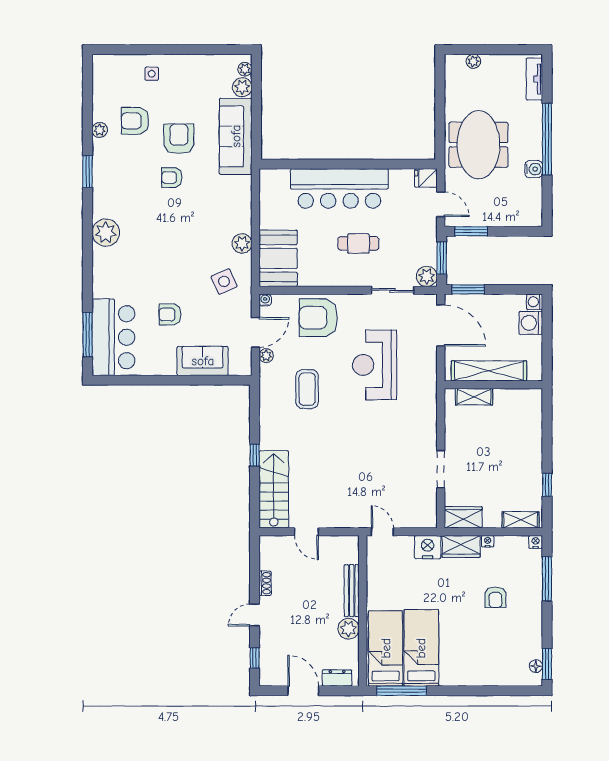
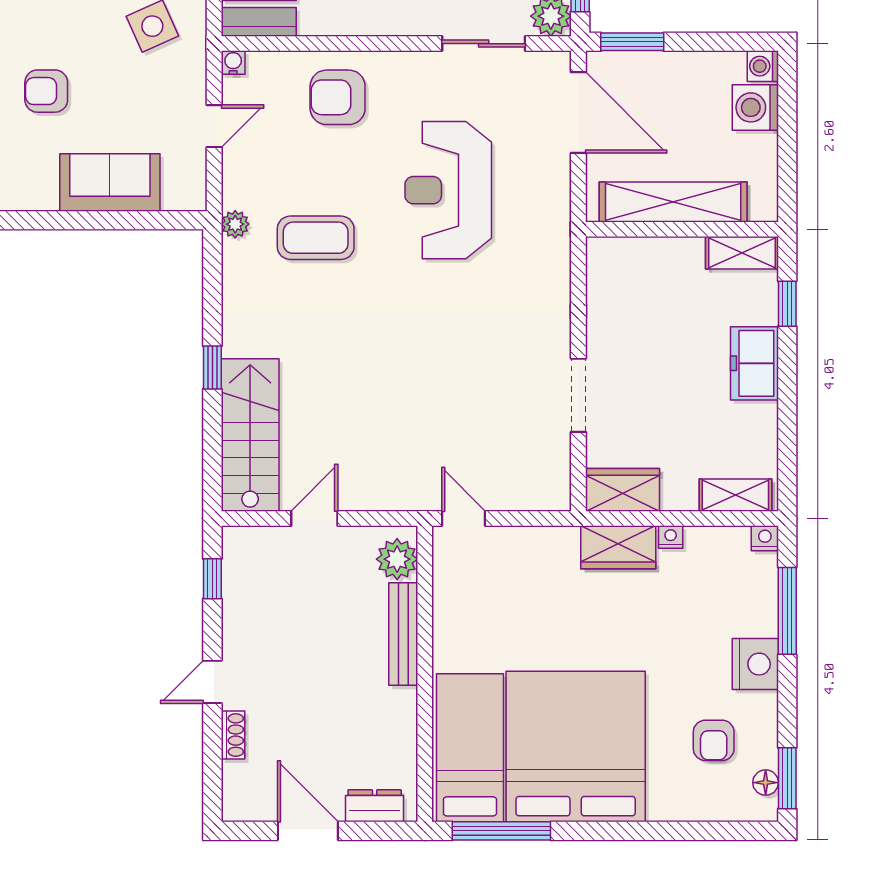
armchair: (318, 318) -> (338, 97), width x0.73, depth x0.73
door: (255, 332) -> (214, 126), width x0.73
plant: (266, 356) -> (235, 224), moved
coffee table: (307, 389) -> (316, 238), turned 90
shelving: (474, 397) -> (742, 253), moved
freezer: (530, 453) -> (754, 363), added
window: (547, 485) -> (787, 304), moved
door: (306, 532) -> (314, 518), swing flipped
nightstand: (428, 547) -> (755, 664), moved, turned 90
shoe rack: (265, 583) -> (233, 735), moved
armchair: (495, 597) -> (714, 740), moved
plant: (349, 629) -> (397, 559), moved
bed: (421, 648) -> (576, 746), width x2.04
window: (255, 658) -> (212, 579), moved

